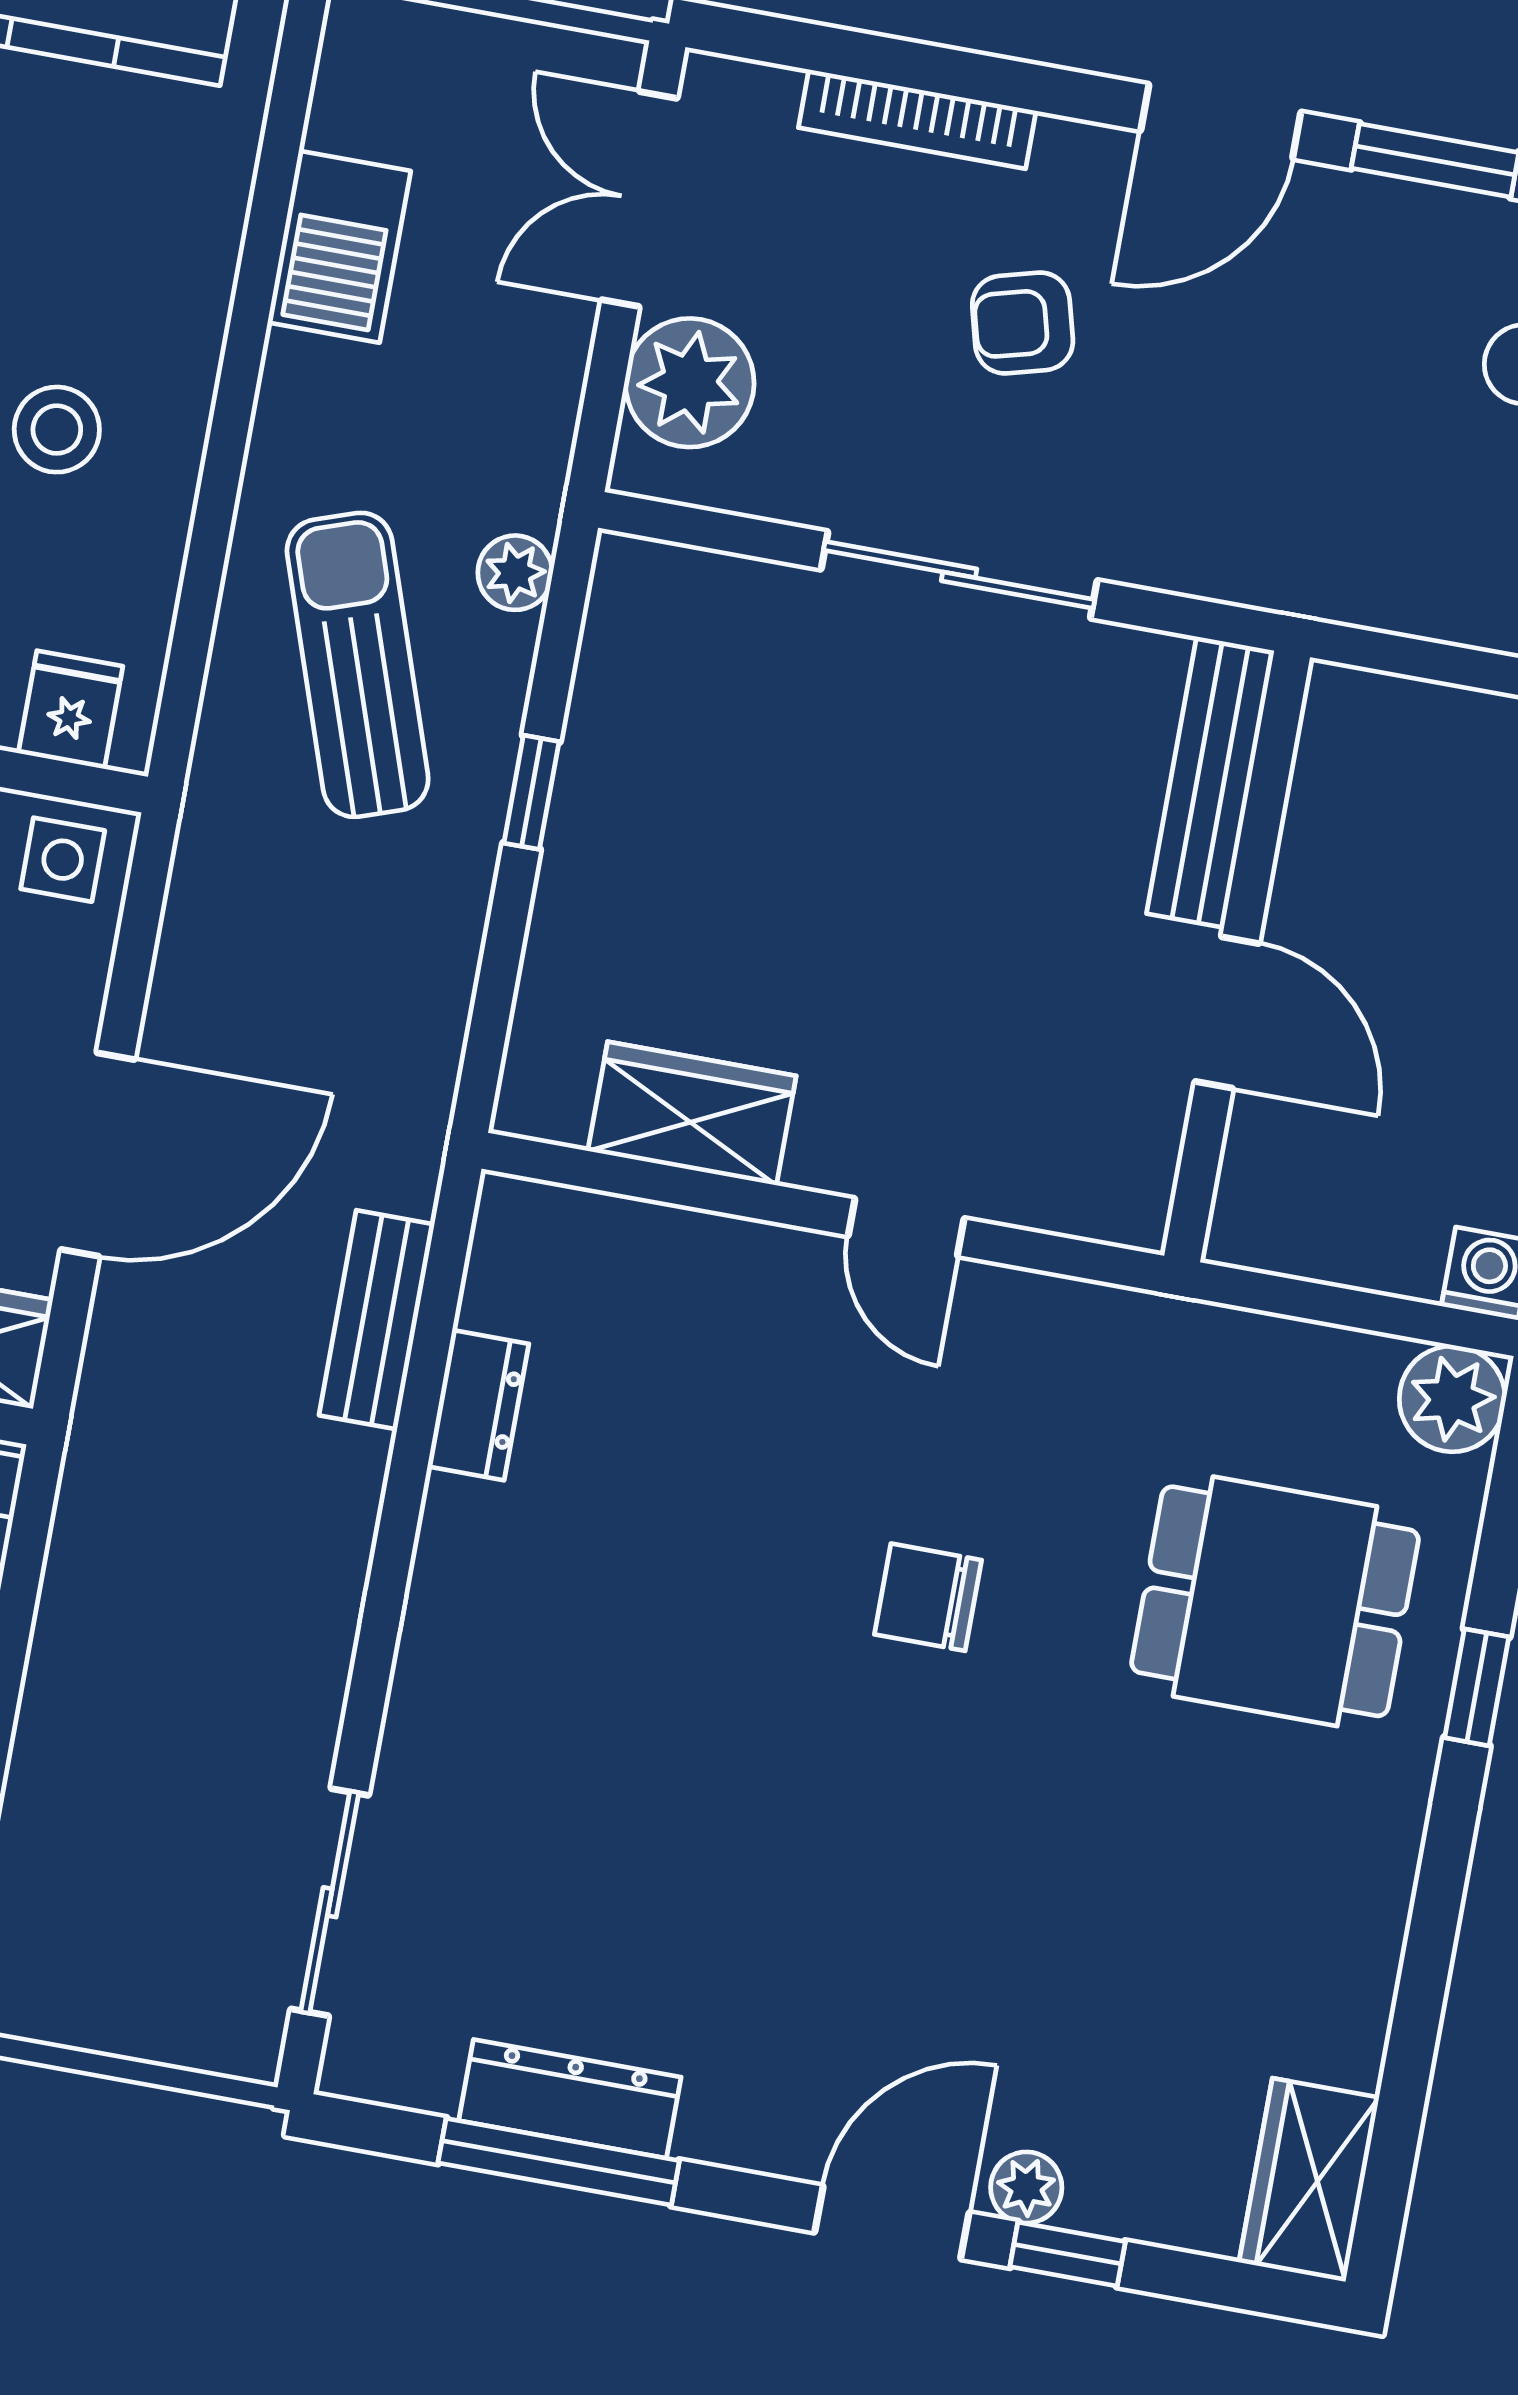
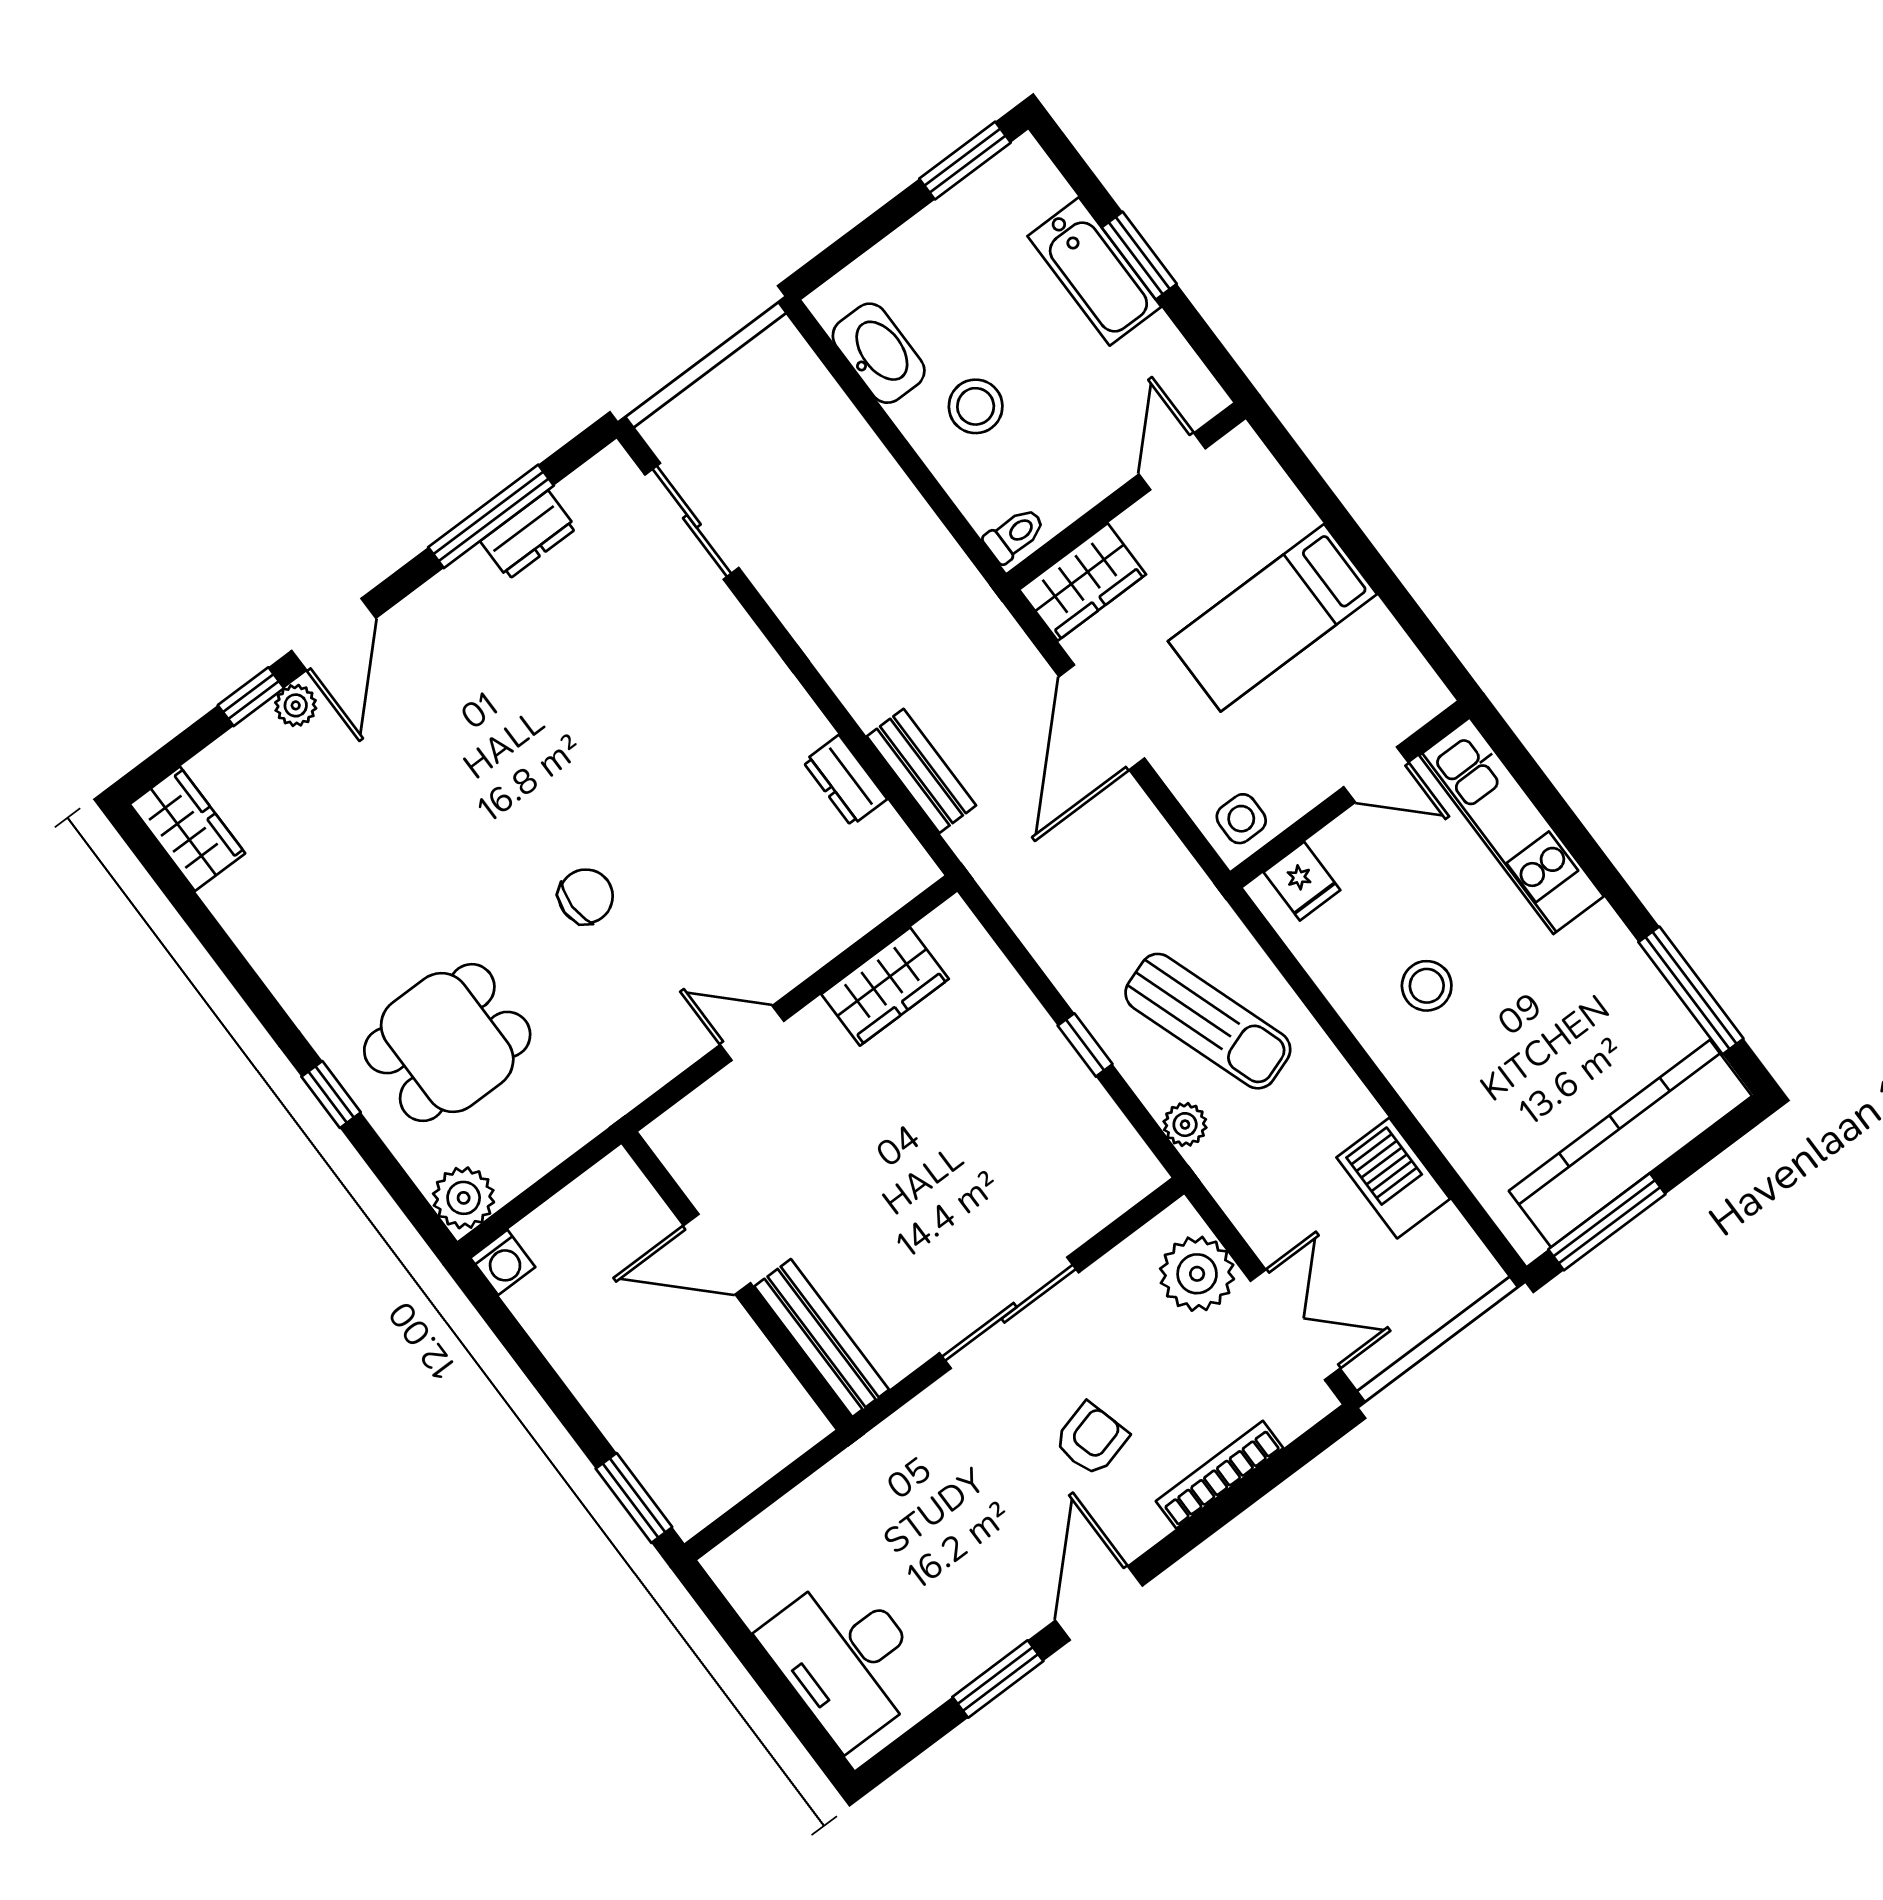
dresser: (570, 2099) -> (528, 535), width x0.70

